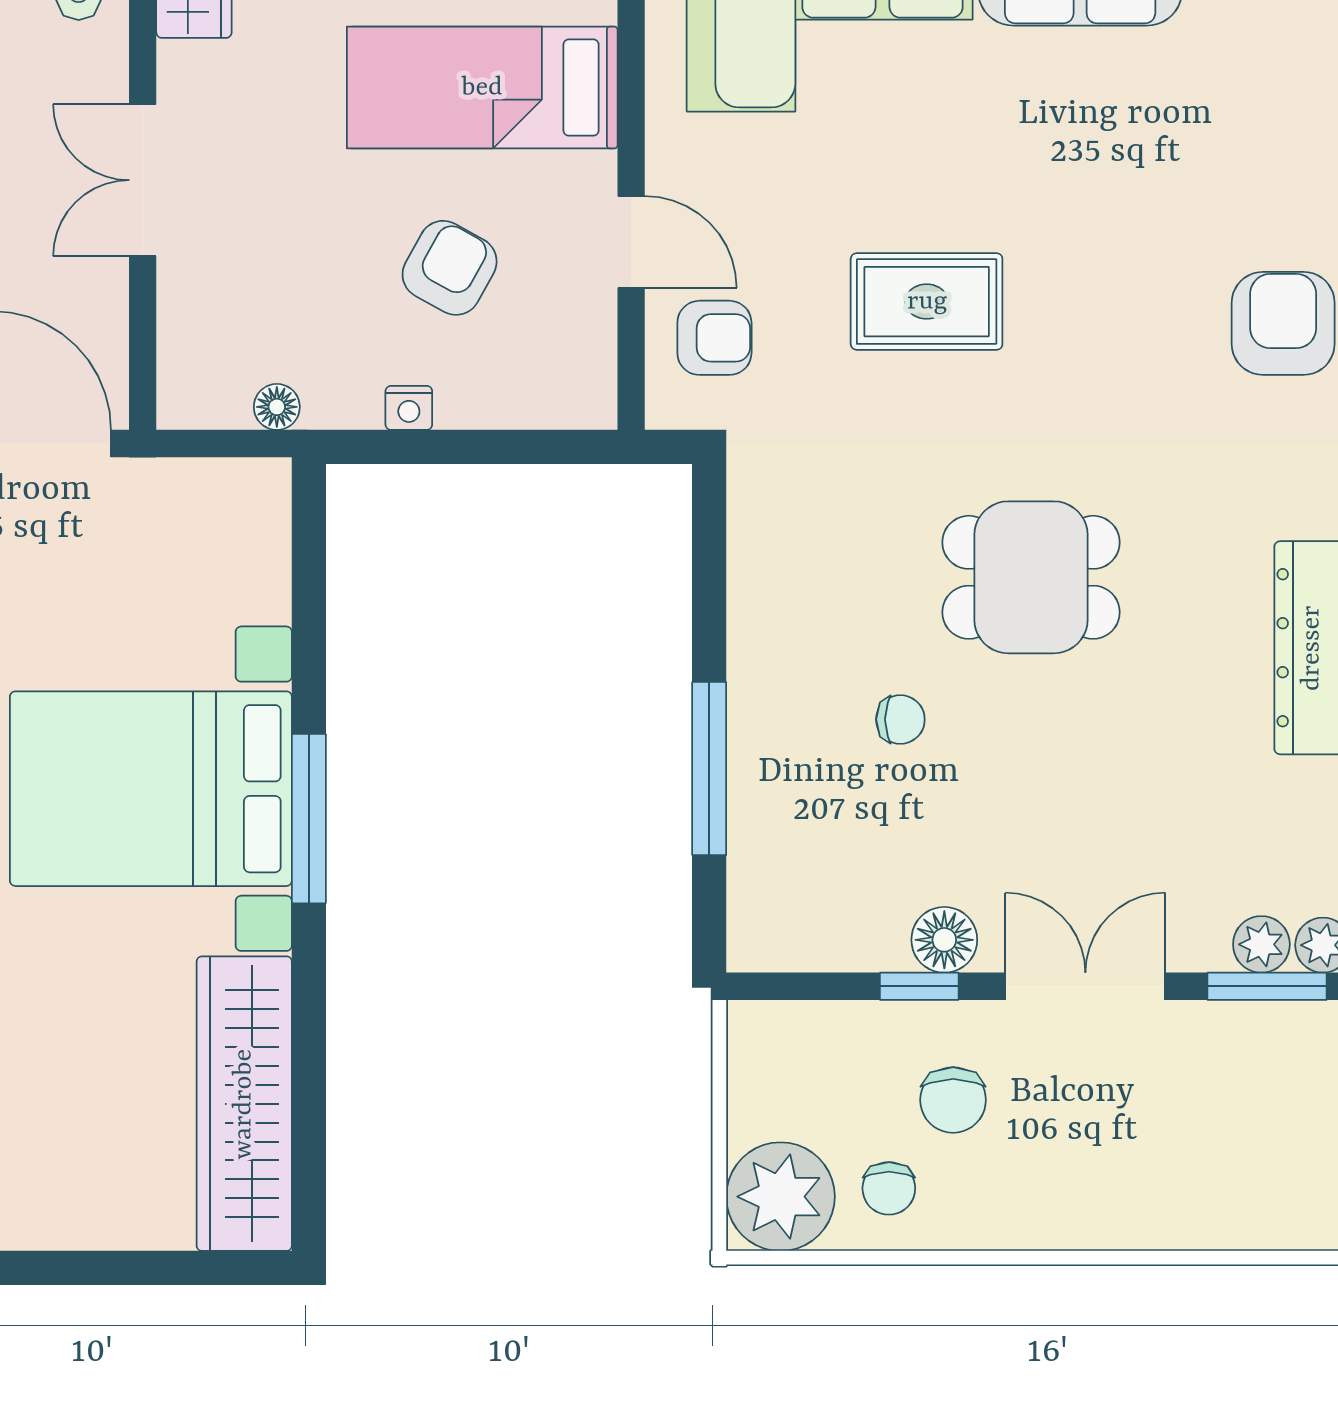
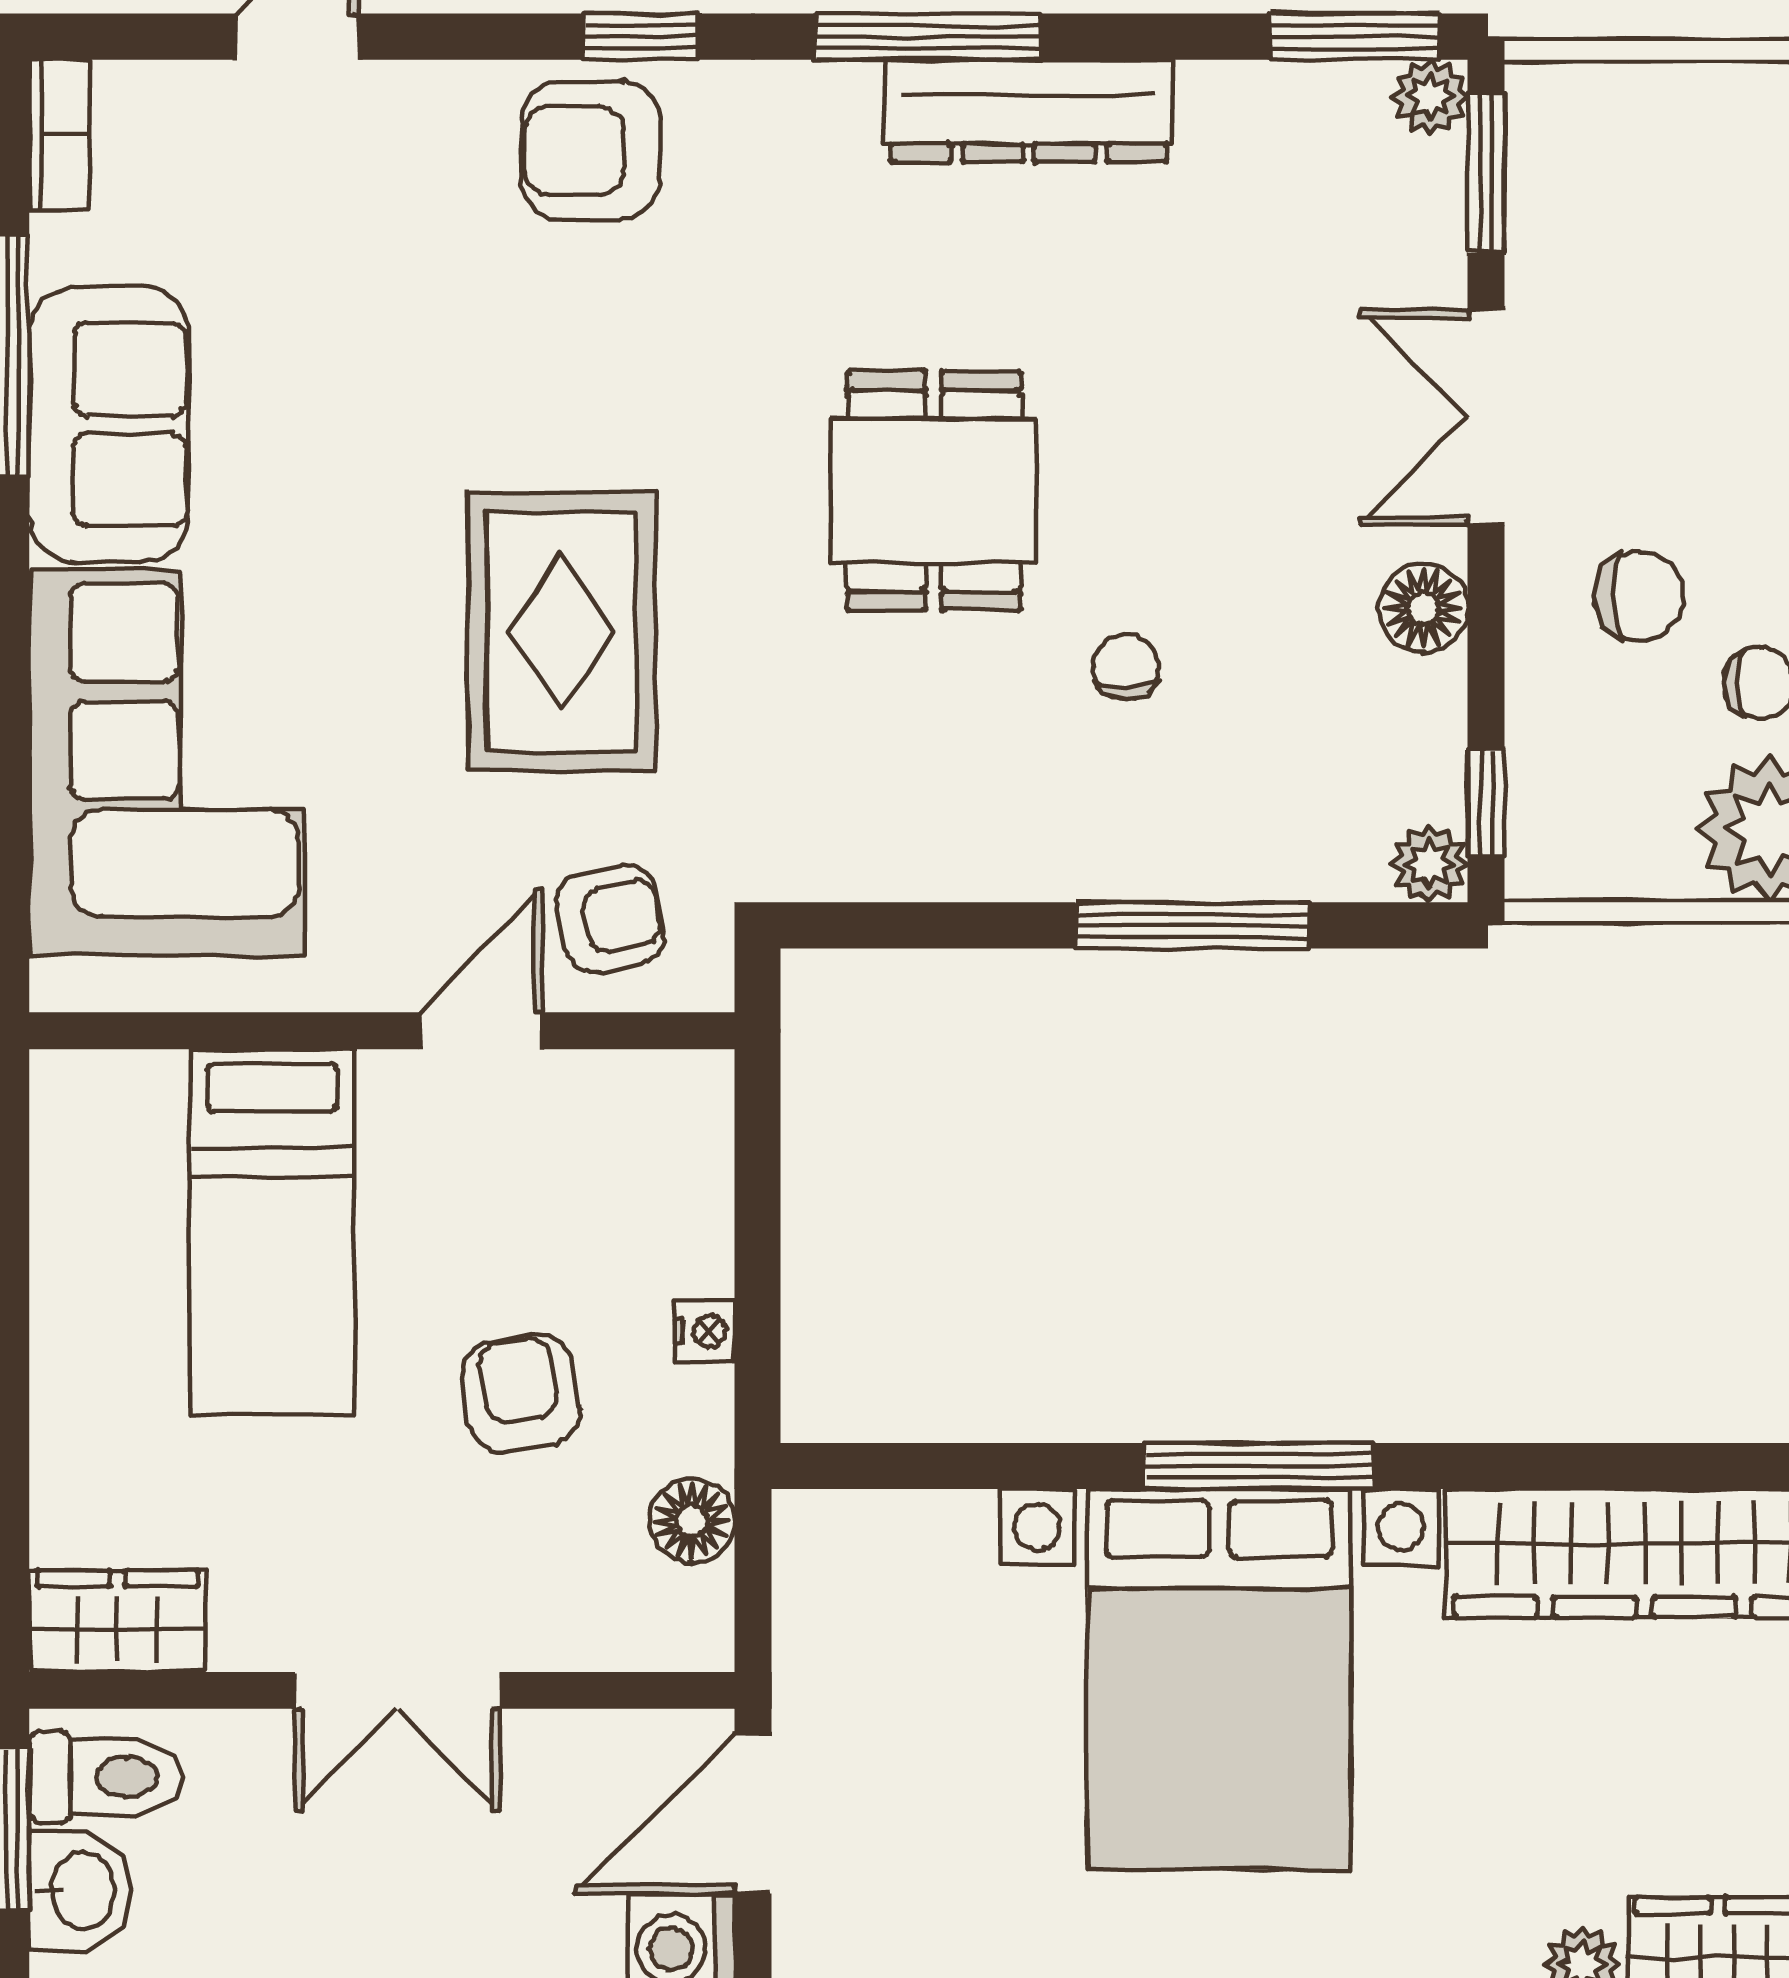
armchair: (450, 268) -> (521, 1393), moved, turned 51
rug: (927, 302) -> (561, 632), width x1.36, depth x1.43
armchair: (714, 338) -> (610, 918), turned 78
floor lamp: (277, 407) -> (692, 1521), width x1.37, depth x1.37
plant: (1261, 944) -> (1429, 864), moved
window: (919, 986) -> (1486, 803), moved

